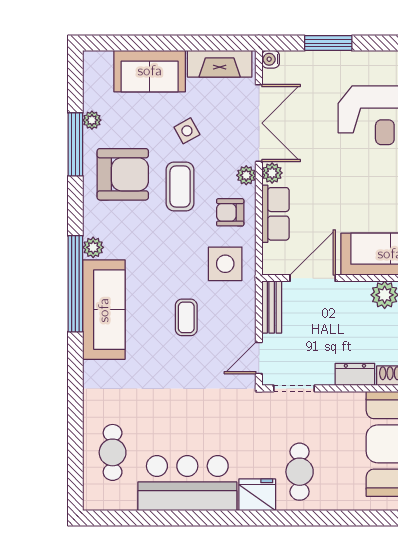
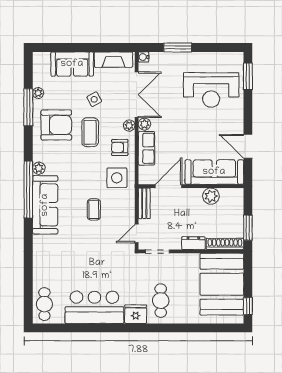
cafe table: (113, 452) -> (44, 304), moved

